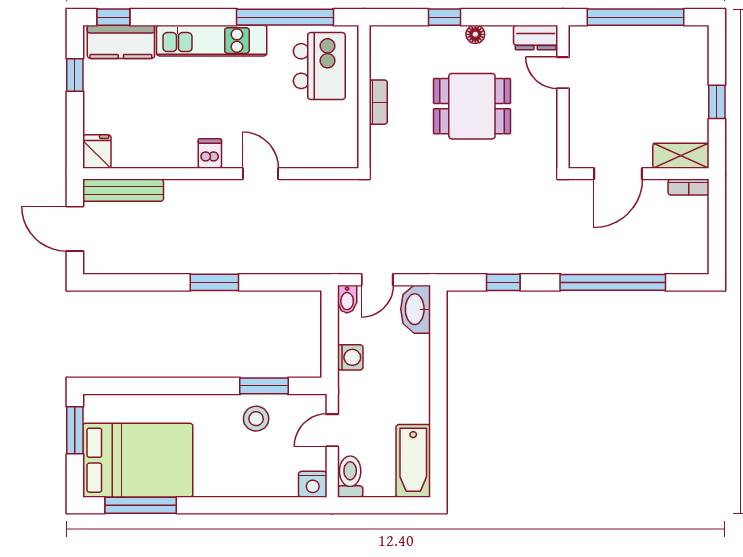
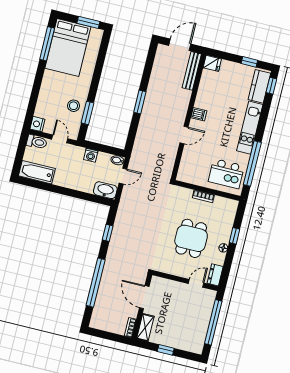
door: (377, 280) -> (123, 176), swing flipped

